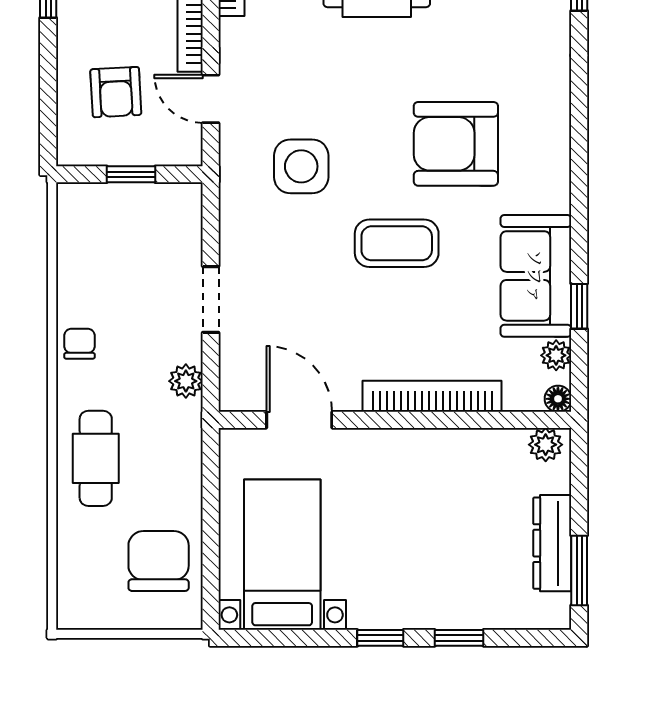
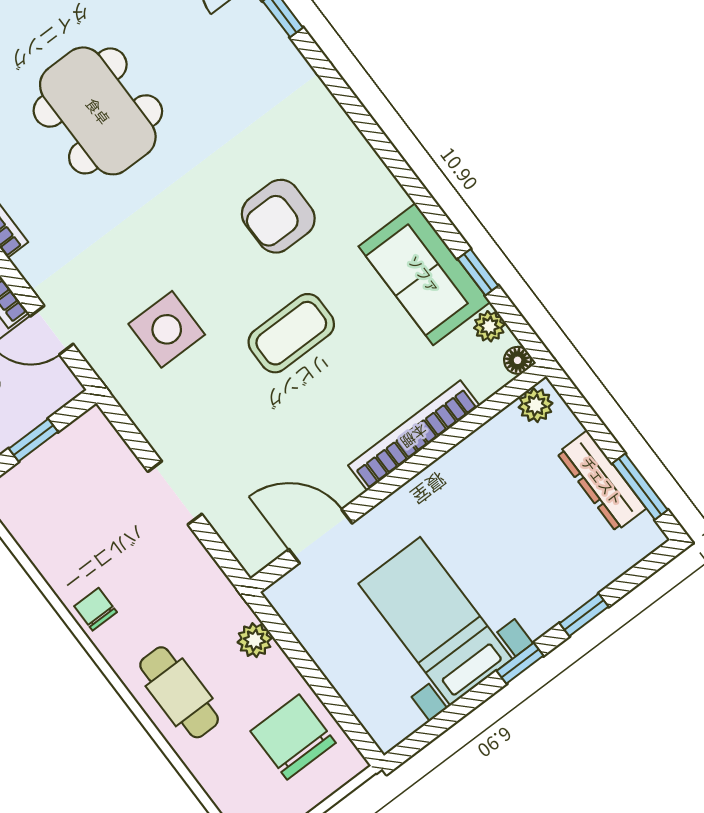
armchair: (456, 144) -> (278, 216), width x0.73, depth x0.73
plant: (186, 381) -> (255, 640), moved
bed with nightstands: (282, 555) -> (435, 621), moved

